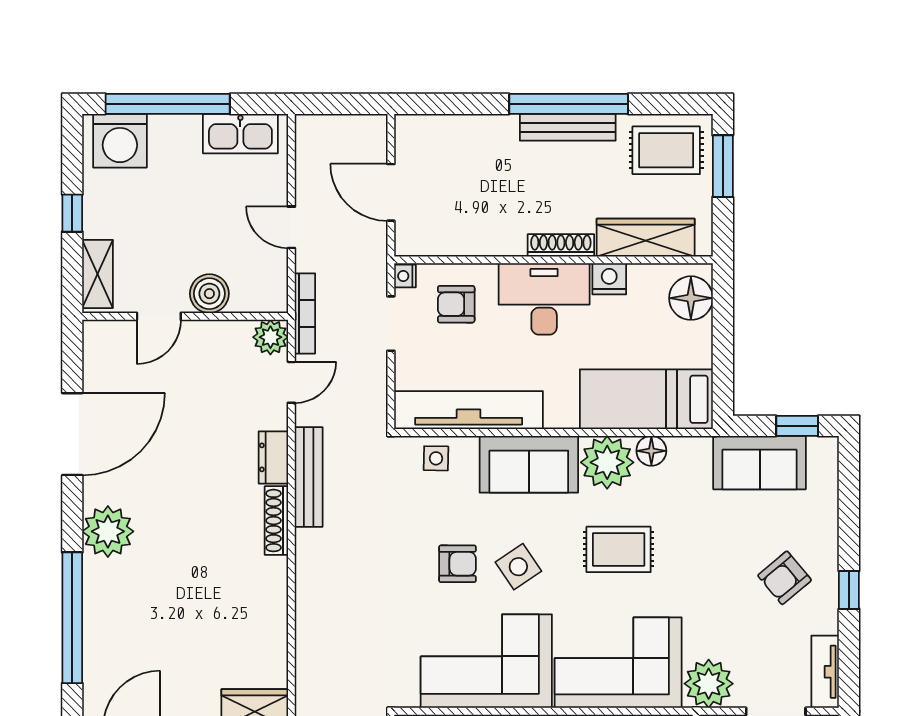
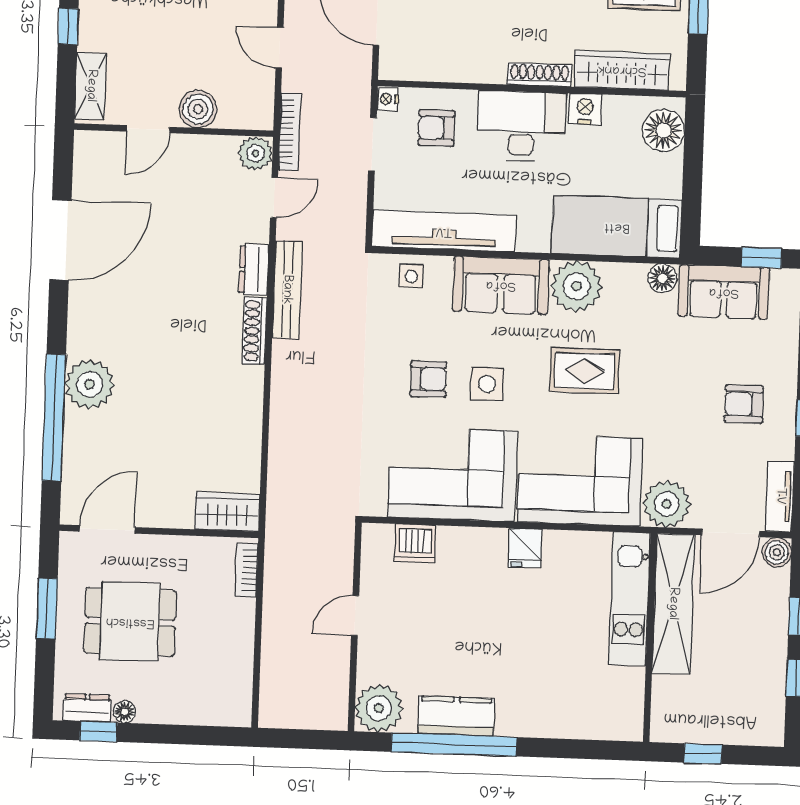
floor lamp: (651, 451) -> (662, 278), moved
plant: (108, 531) -> (90, 384), moved
side table: (518, 567) -> (487, 384), turned 34
armchair: (785, 578) -> (744, 404), turned 40

